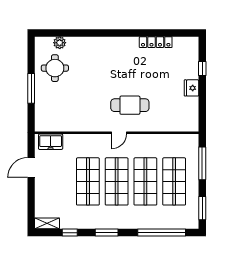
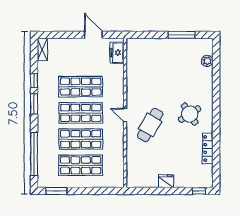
round table: (55, 68) -> (190, 114), moved, turned -33
window: (202, 69) -> (199, 191), moved
window: (31, 88) -> (182, 35), moved
cafe table: (130, 105) -> (150, 125), turned 30
window: (202, 163) -> (97, 191), removed
window: (70, 233) -> (34, 81), moved

